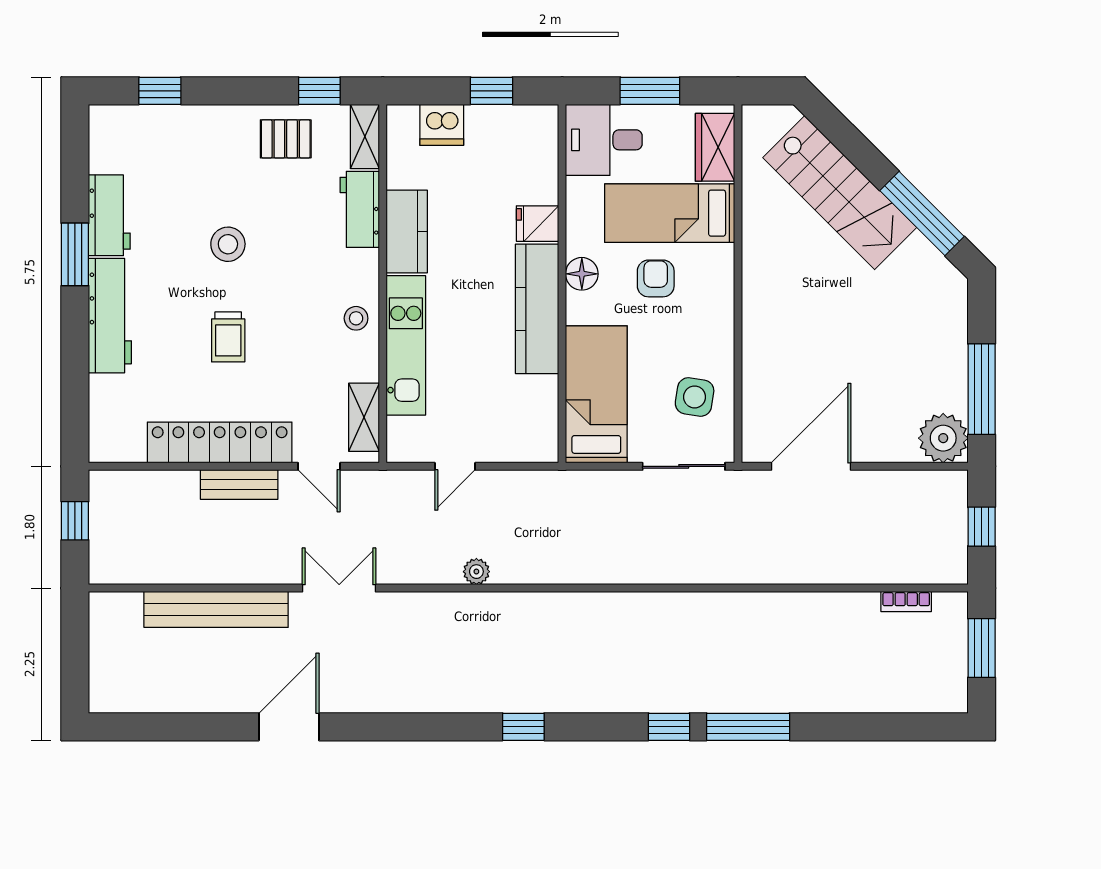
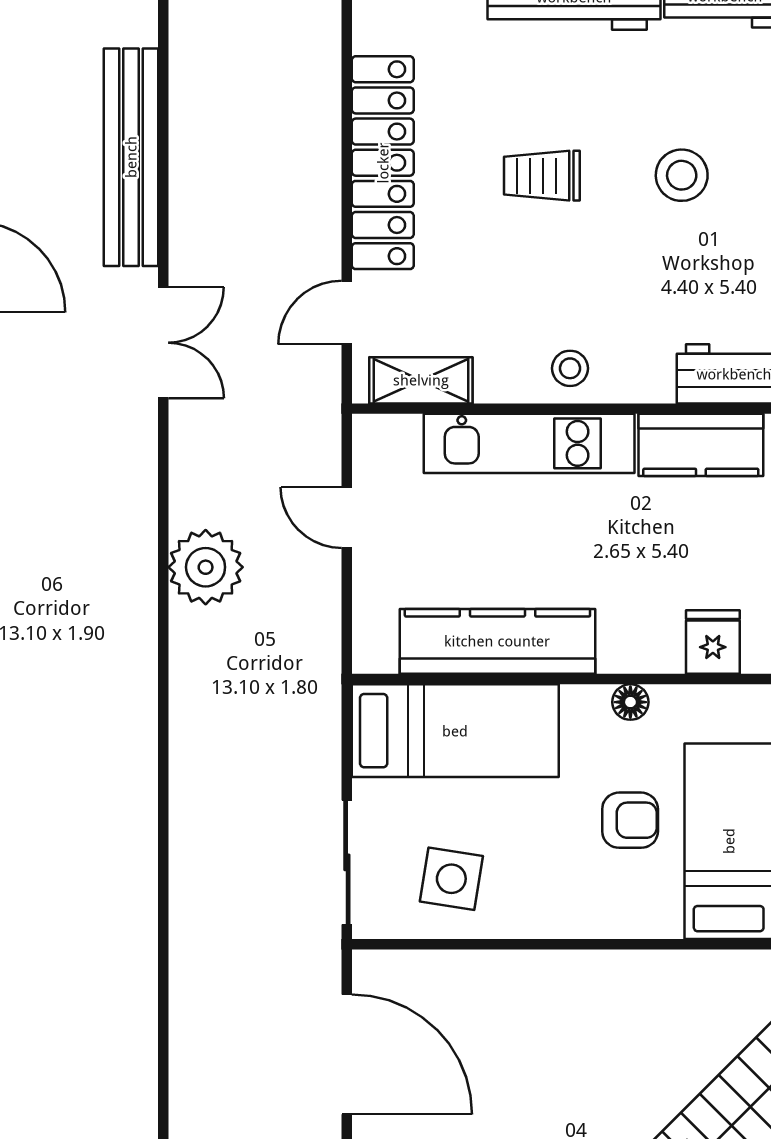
floor lamp: (582, 274) -> (630, 702), width x0.73, depth x0.73
kitchen counter: (537, 309) -> (497, 641), moved
bench: (239, 485) -> (319, 192), removed
plant: (476, 572) -> (206, 567), width x1.88, depth x1.88

